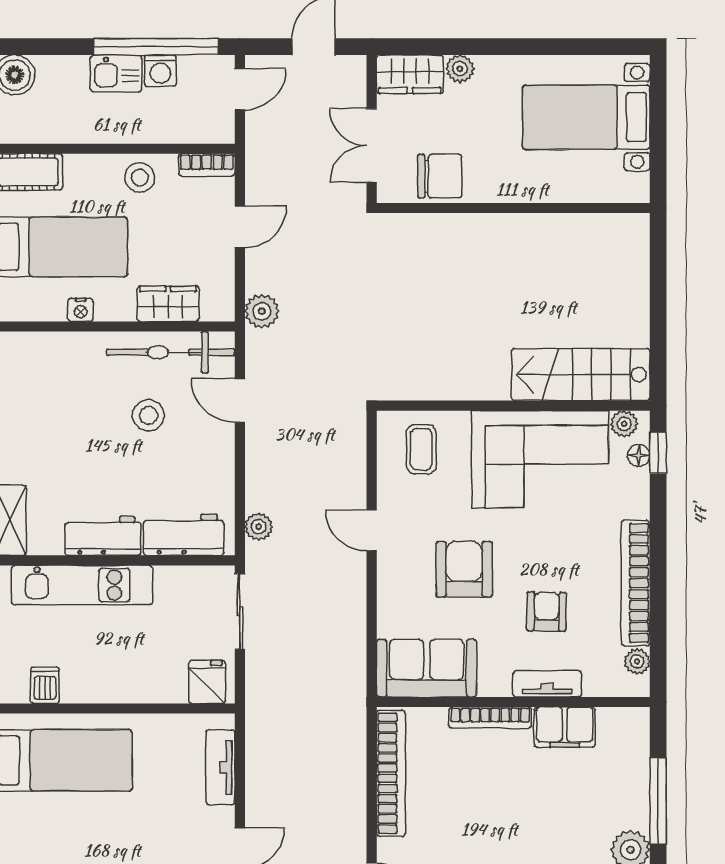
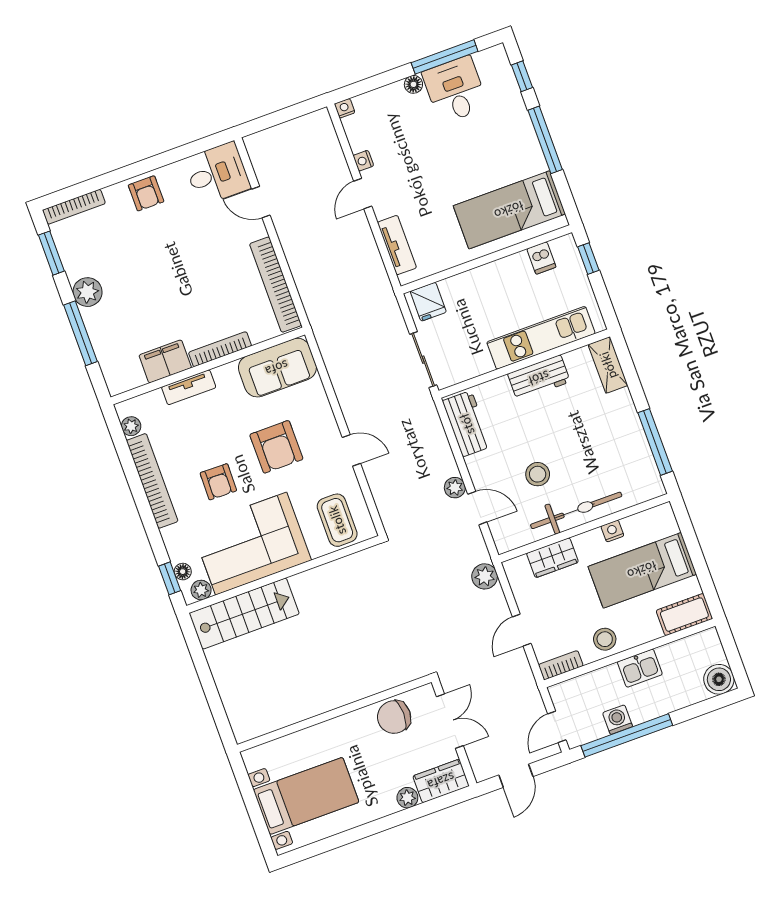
kitchen sink: (116, 73) -> (640, 668), moved, turned 180
bicycle: (171, 352) -> (576, 510), moved
coffee table: (421, 449) -> (337, 520), width x1.36, depth x1.30
plant: (259, 527) -> (455, 488), moved
workbench: (184, 535) -> (467, 424), moved, turned -90
armchair: (547, 611) -> (218, 482), moved

